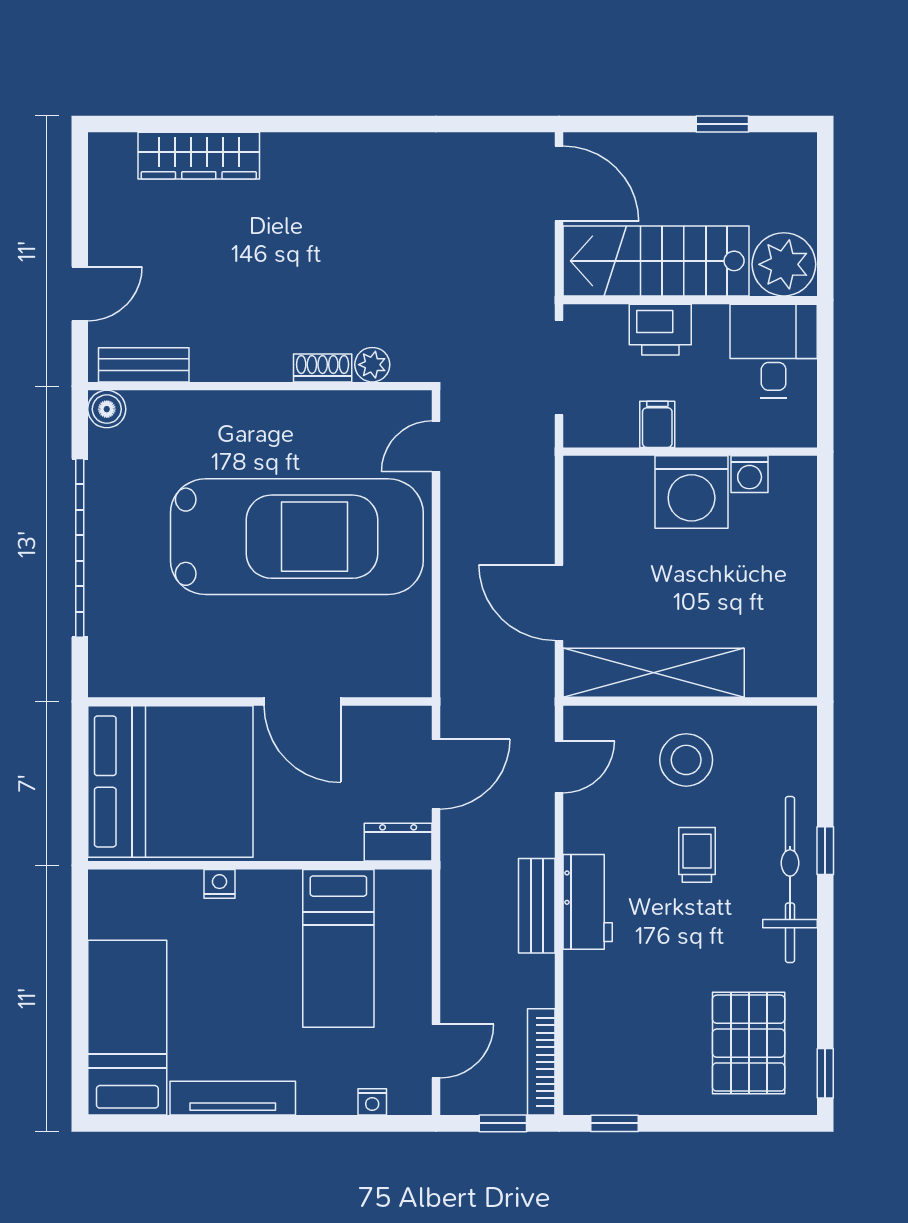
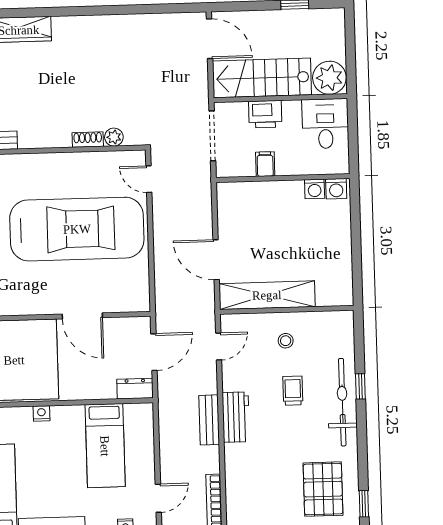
door: (436, 446) -> (149, 179), hinge flipped
washing machine: (692, 492) -> (336, 189), moved, width x0.53, depth x0.53
stool: (686, 760) -> (286, 341), width x0.53, depth x0.53

